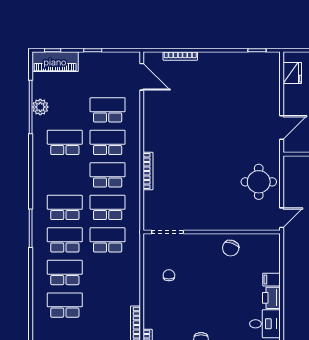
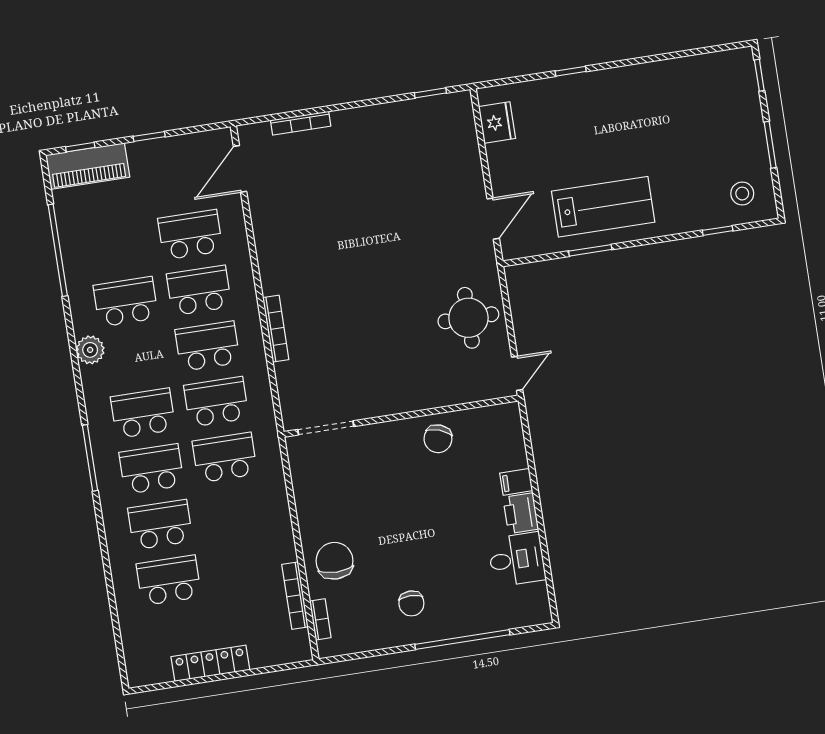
door: (142, 77) -> (240, 169), swing flipped
plant: (40, 107) -> (90, 350), moved
chair: (169, 275) -> (334, 561), moved, width x1.87, depth x1.87

